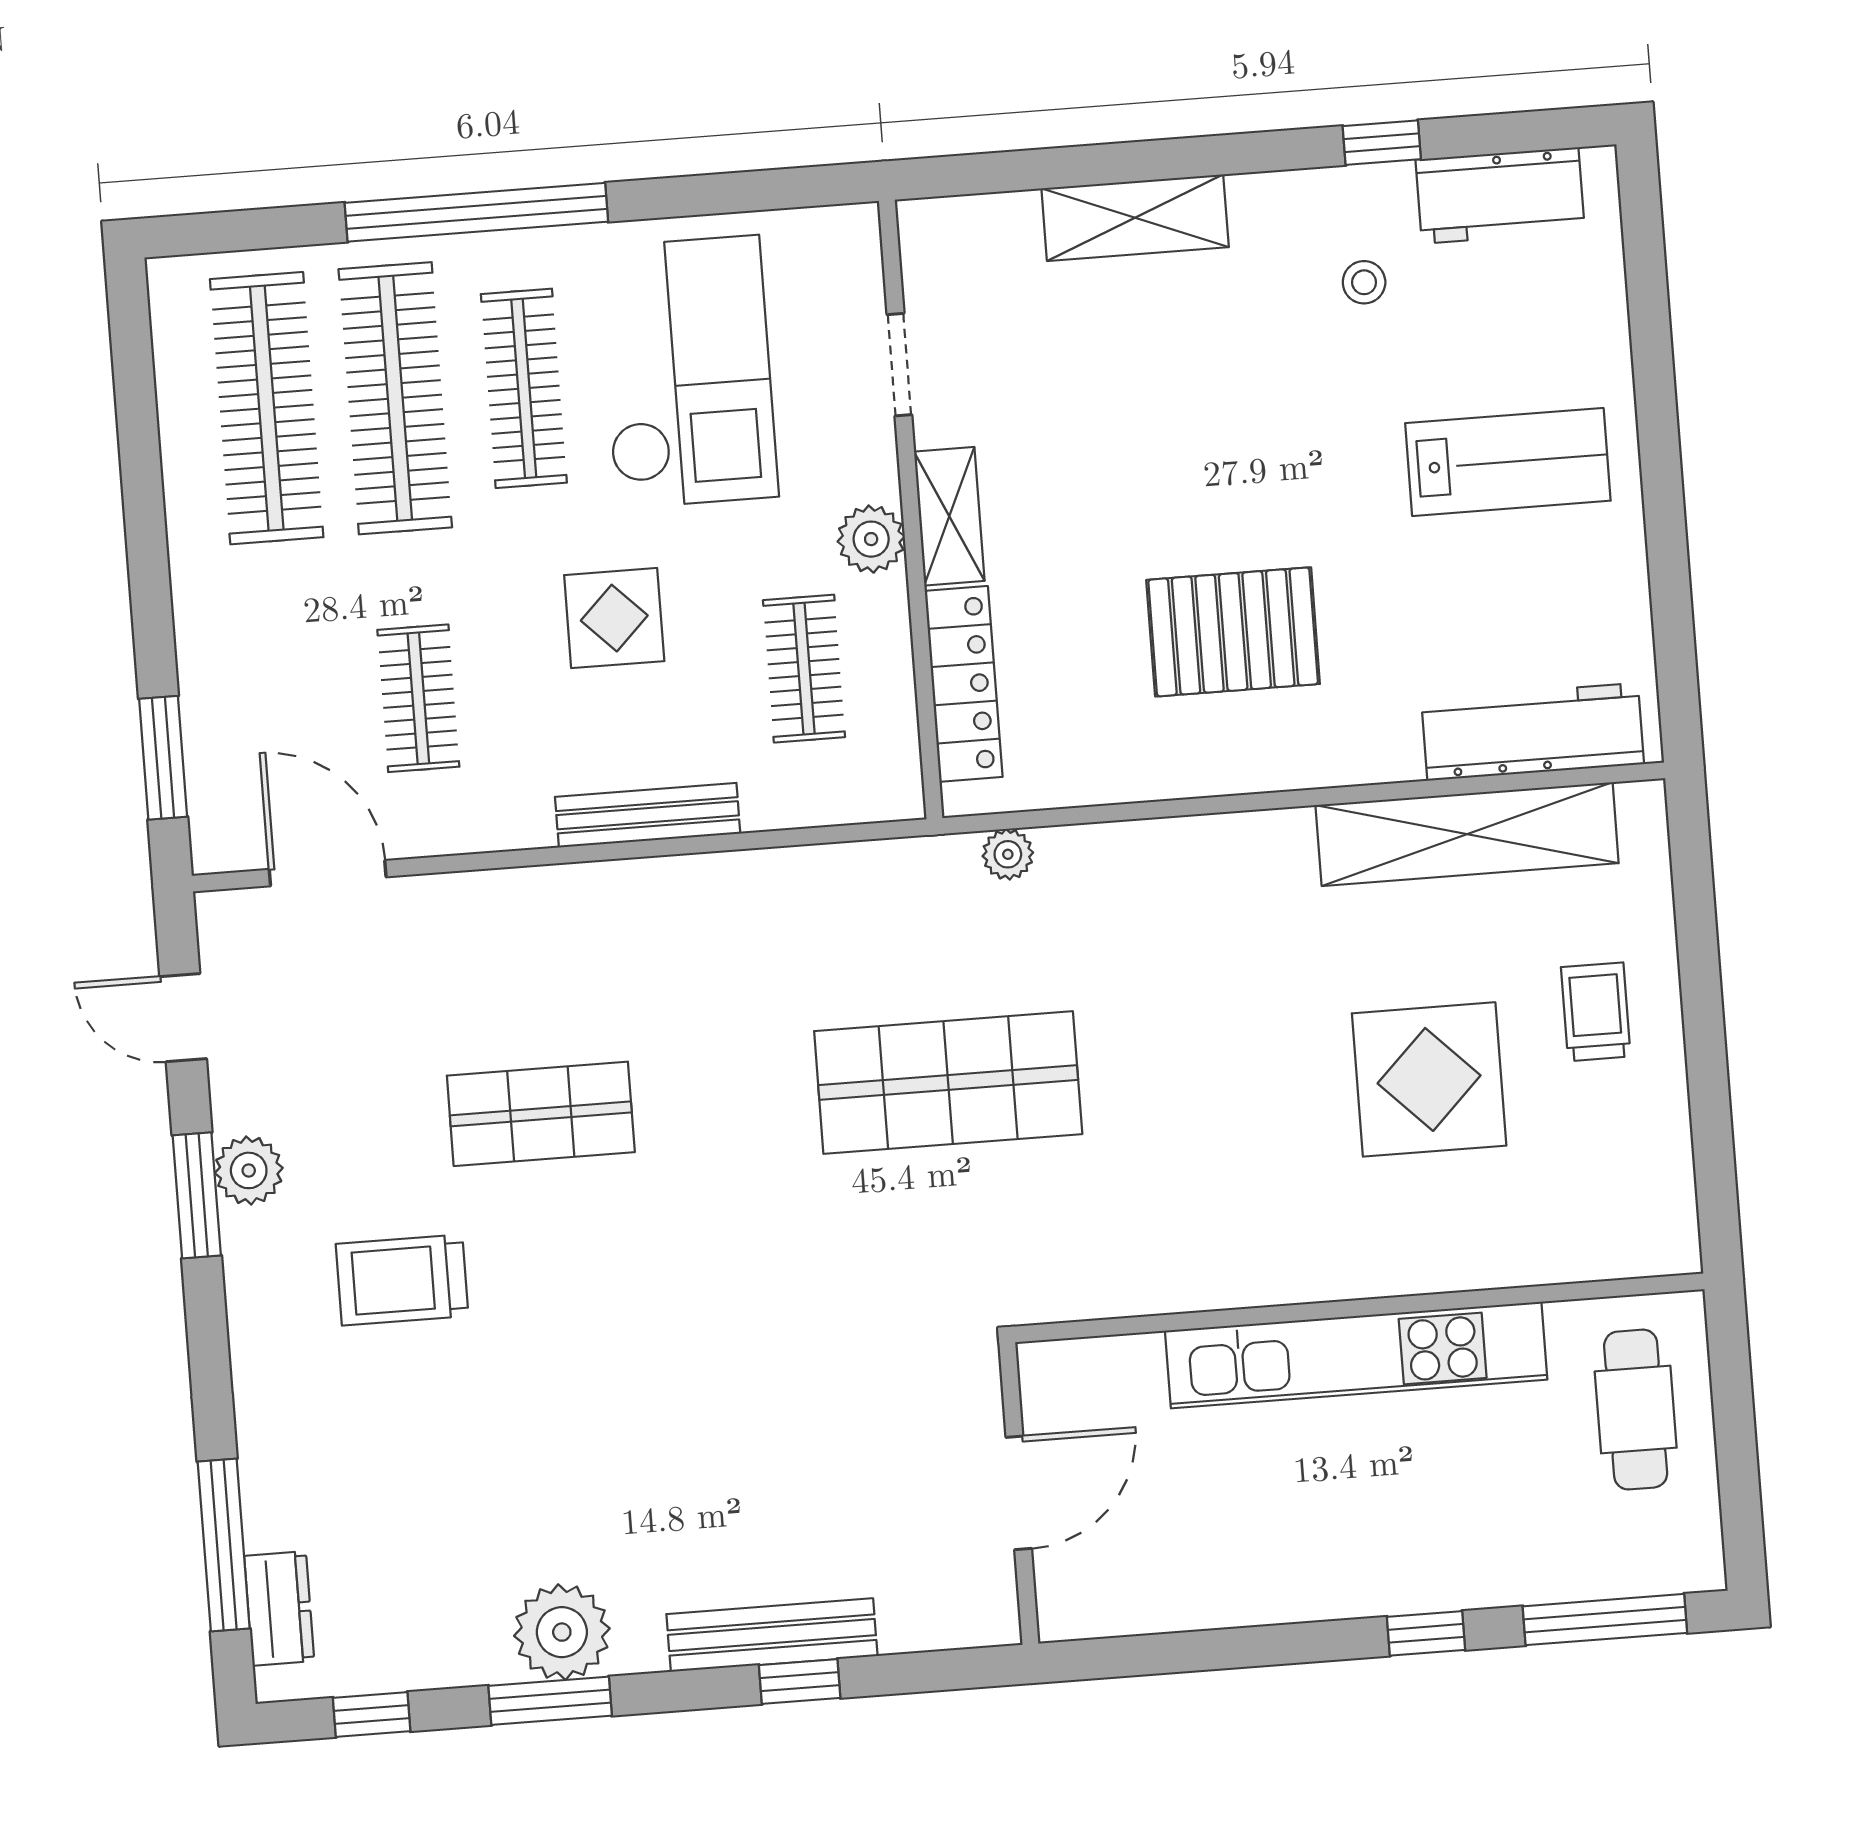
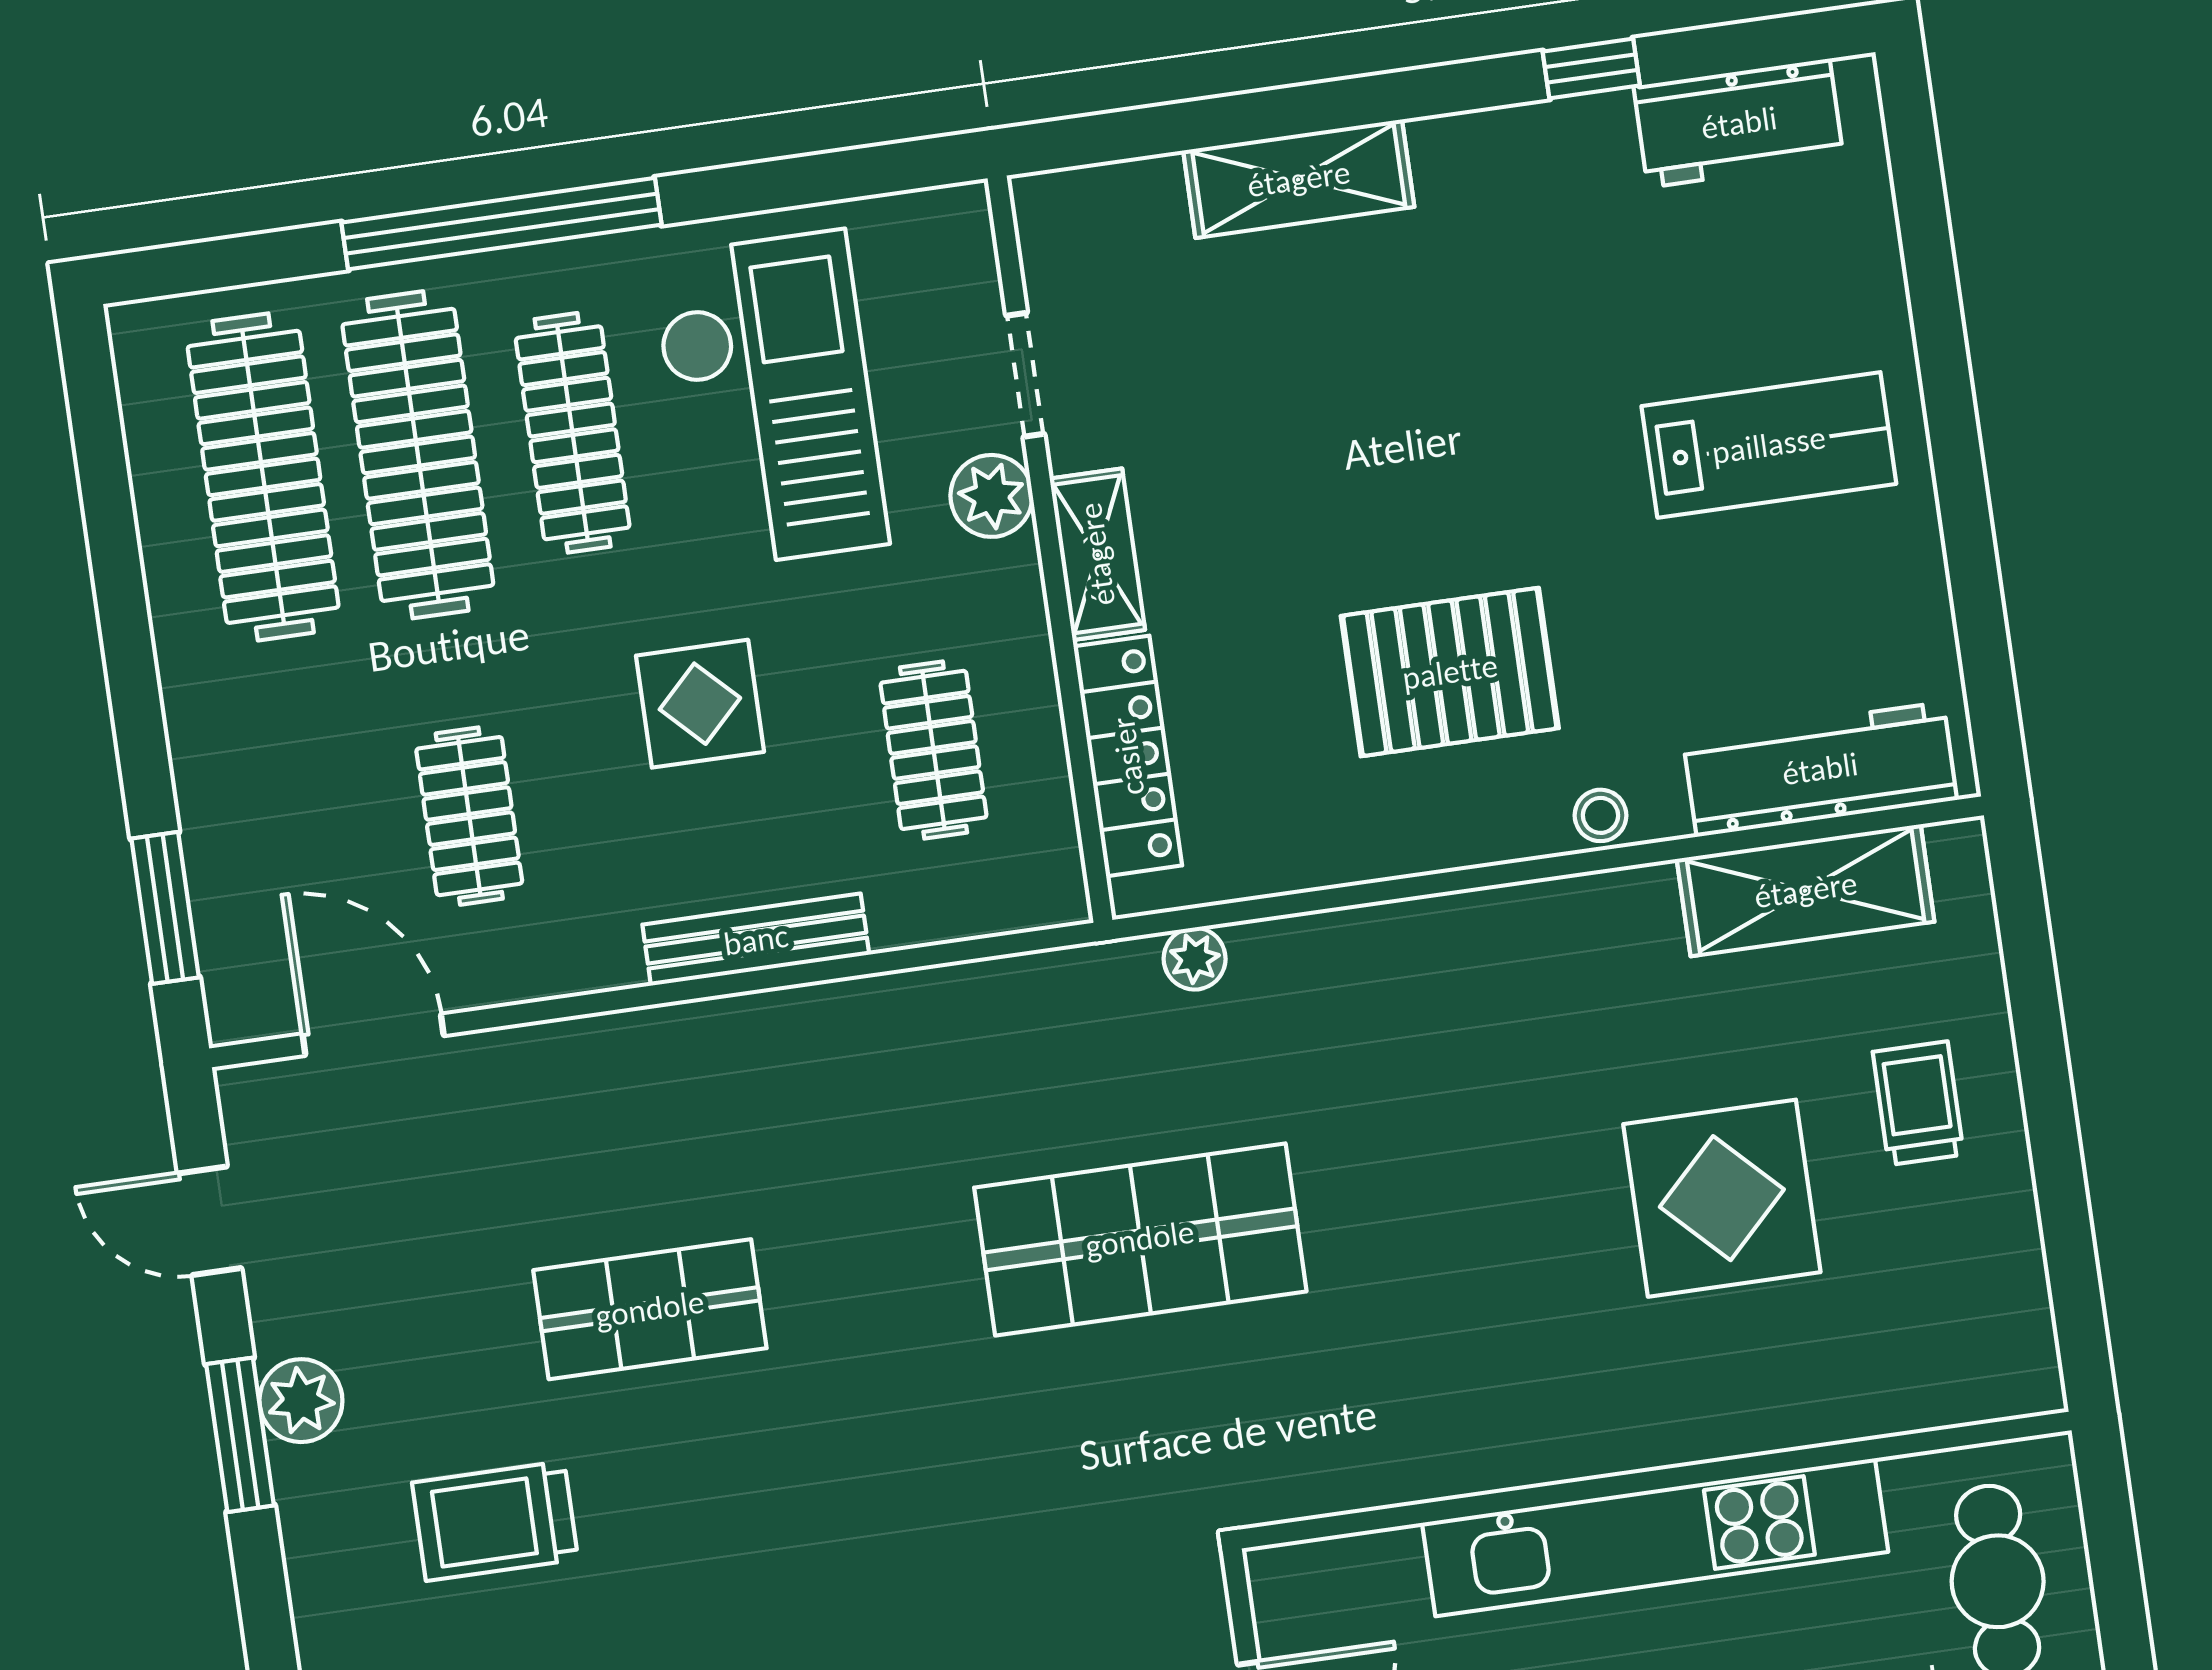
stool: (1364, 282) -> (1600, 815), moved
plant: (871, 539) -> (991, 496), moved
shelving: (1467, 834) -> (1806, 890), width x0.68

